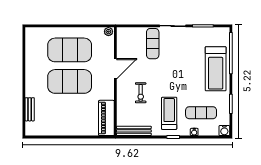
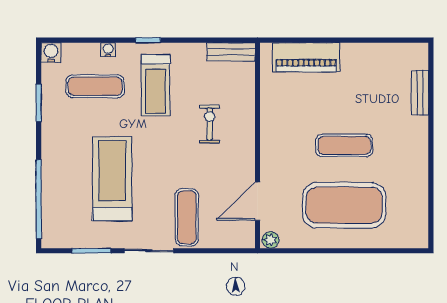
door: (115, 69) -> (258, 201), moved
treadmill: (216, 69) -> (112, 179), moved
exercise mat: (70, 81) -> (344, 145), width x0.50, depth x0.69
piano: (106, 118) -> (306, 57), moved, turned 90
bench: (134, 131) -> (231, 52), width x0.73

